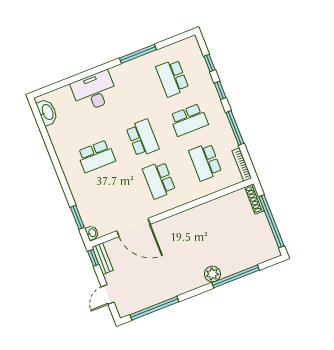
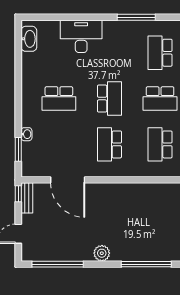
washbasin: (92, 233) -> (26, 134), moved
plant: (212, 274) -> (102, 253), moved

